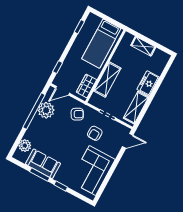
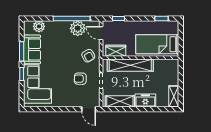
shelving: (143, 46) -> (174, 96), moved
shelving: (107, 80) -> (130, 65), width x1.47
corner sofa: (93, 170) -> (37, 84), moved, turned 90

